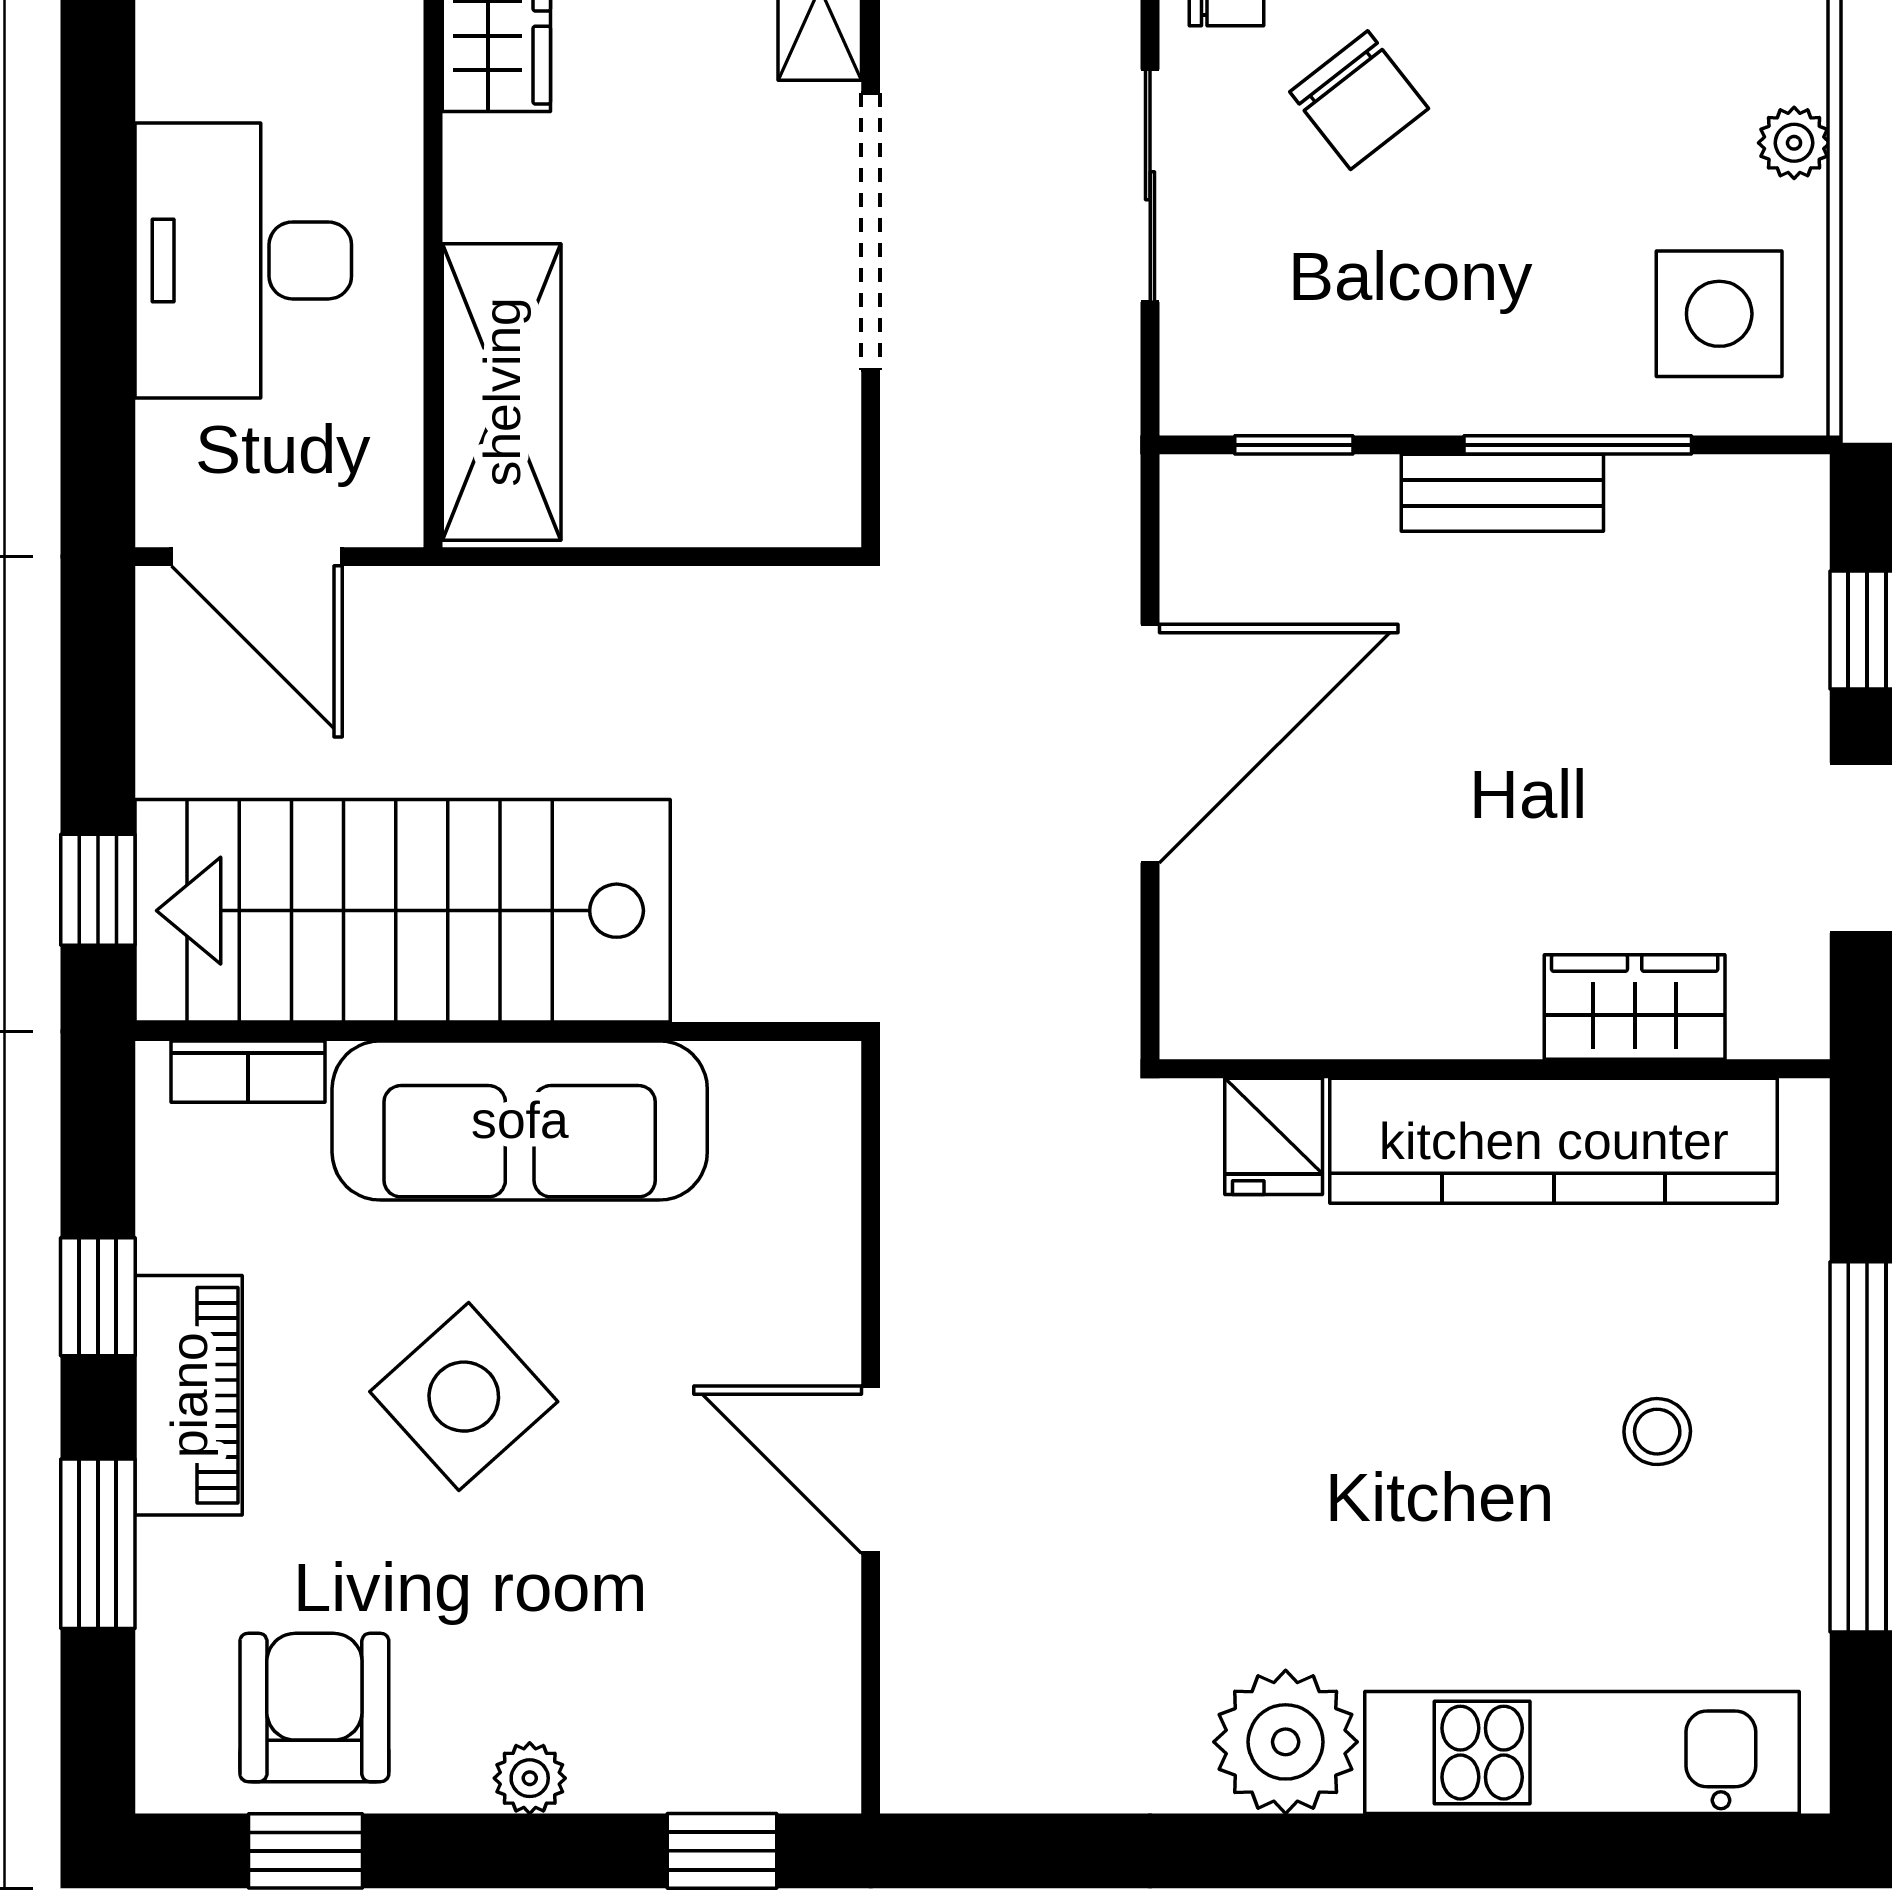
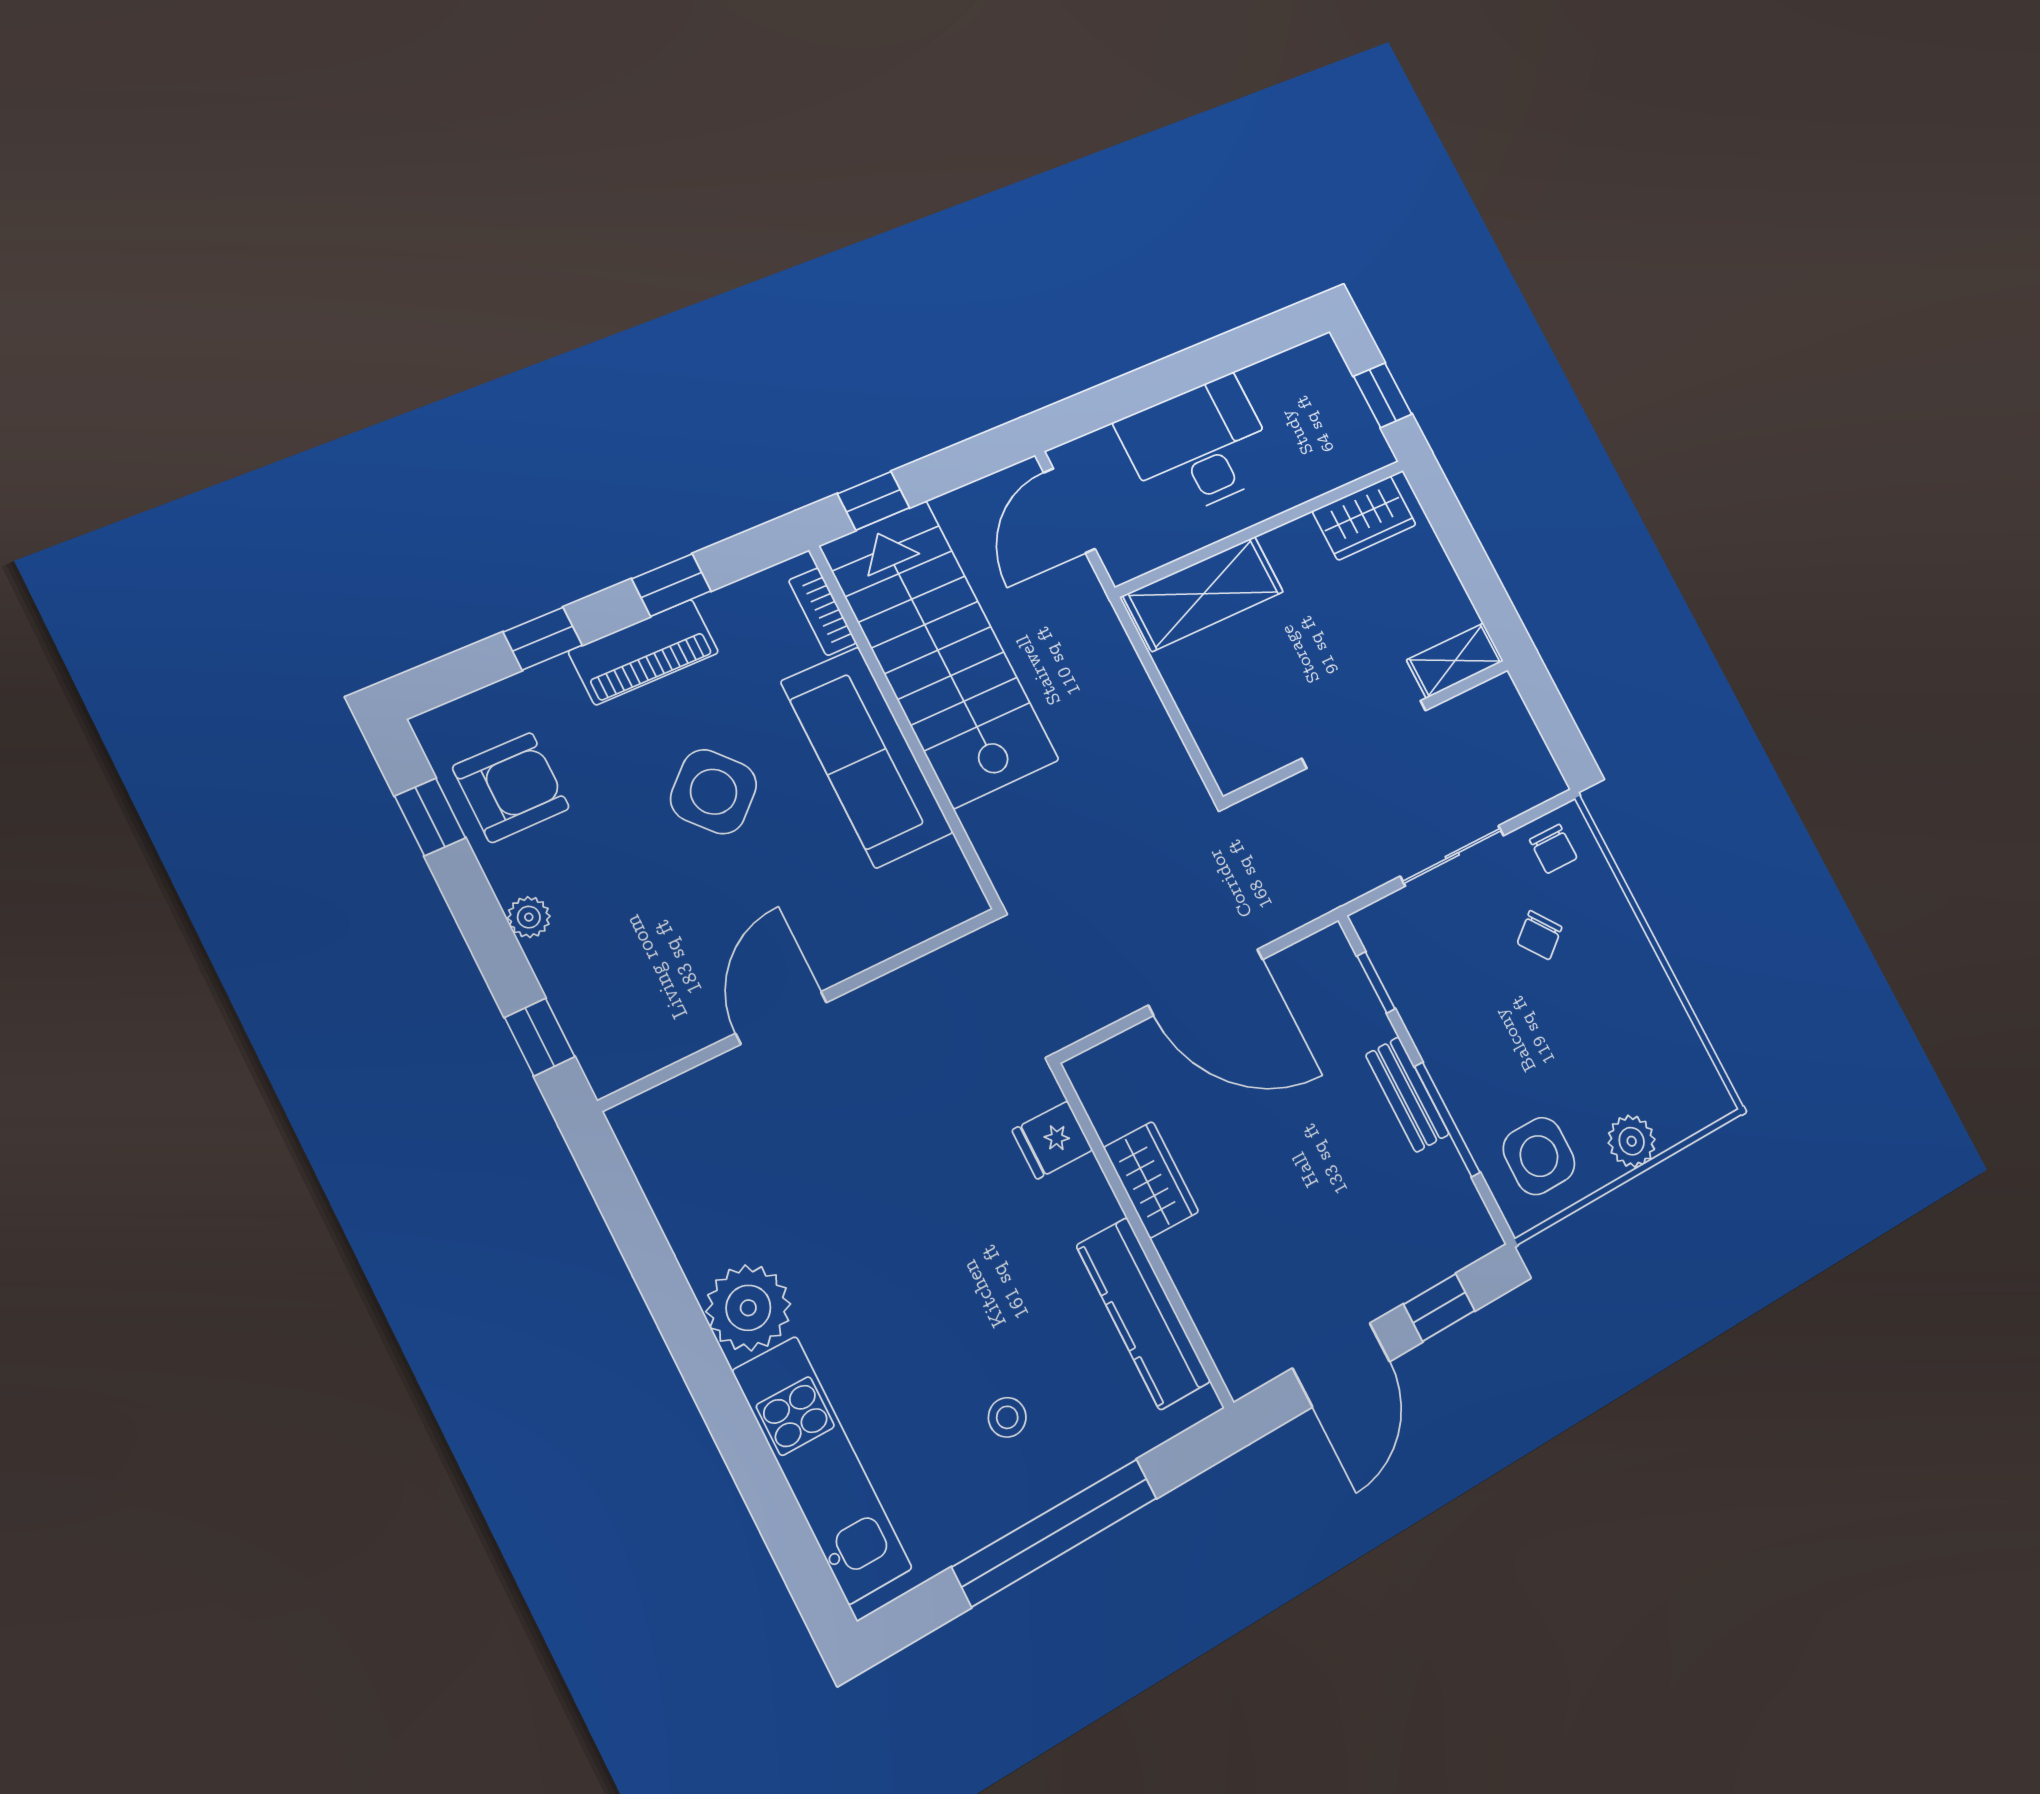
chair: (1359, 100) -> (1540, 935), width x0.73, depth x0.73
plant: (1794, 143) -> (1632, 1141), width x1.38, depth x1.38
wardrobe: (1635, 1007) -> (1151, 1180), moved
kitchen counter: (1554, 1141) -> (1143, 1313), width x0.72, depth x0.86
window: (98, 1544) -> (543, 639), width x0.67

